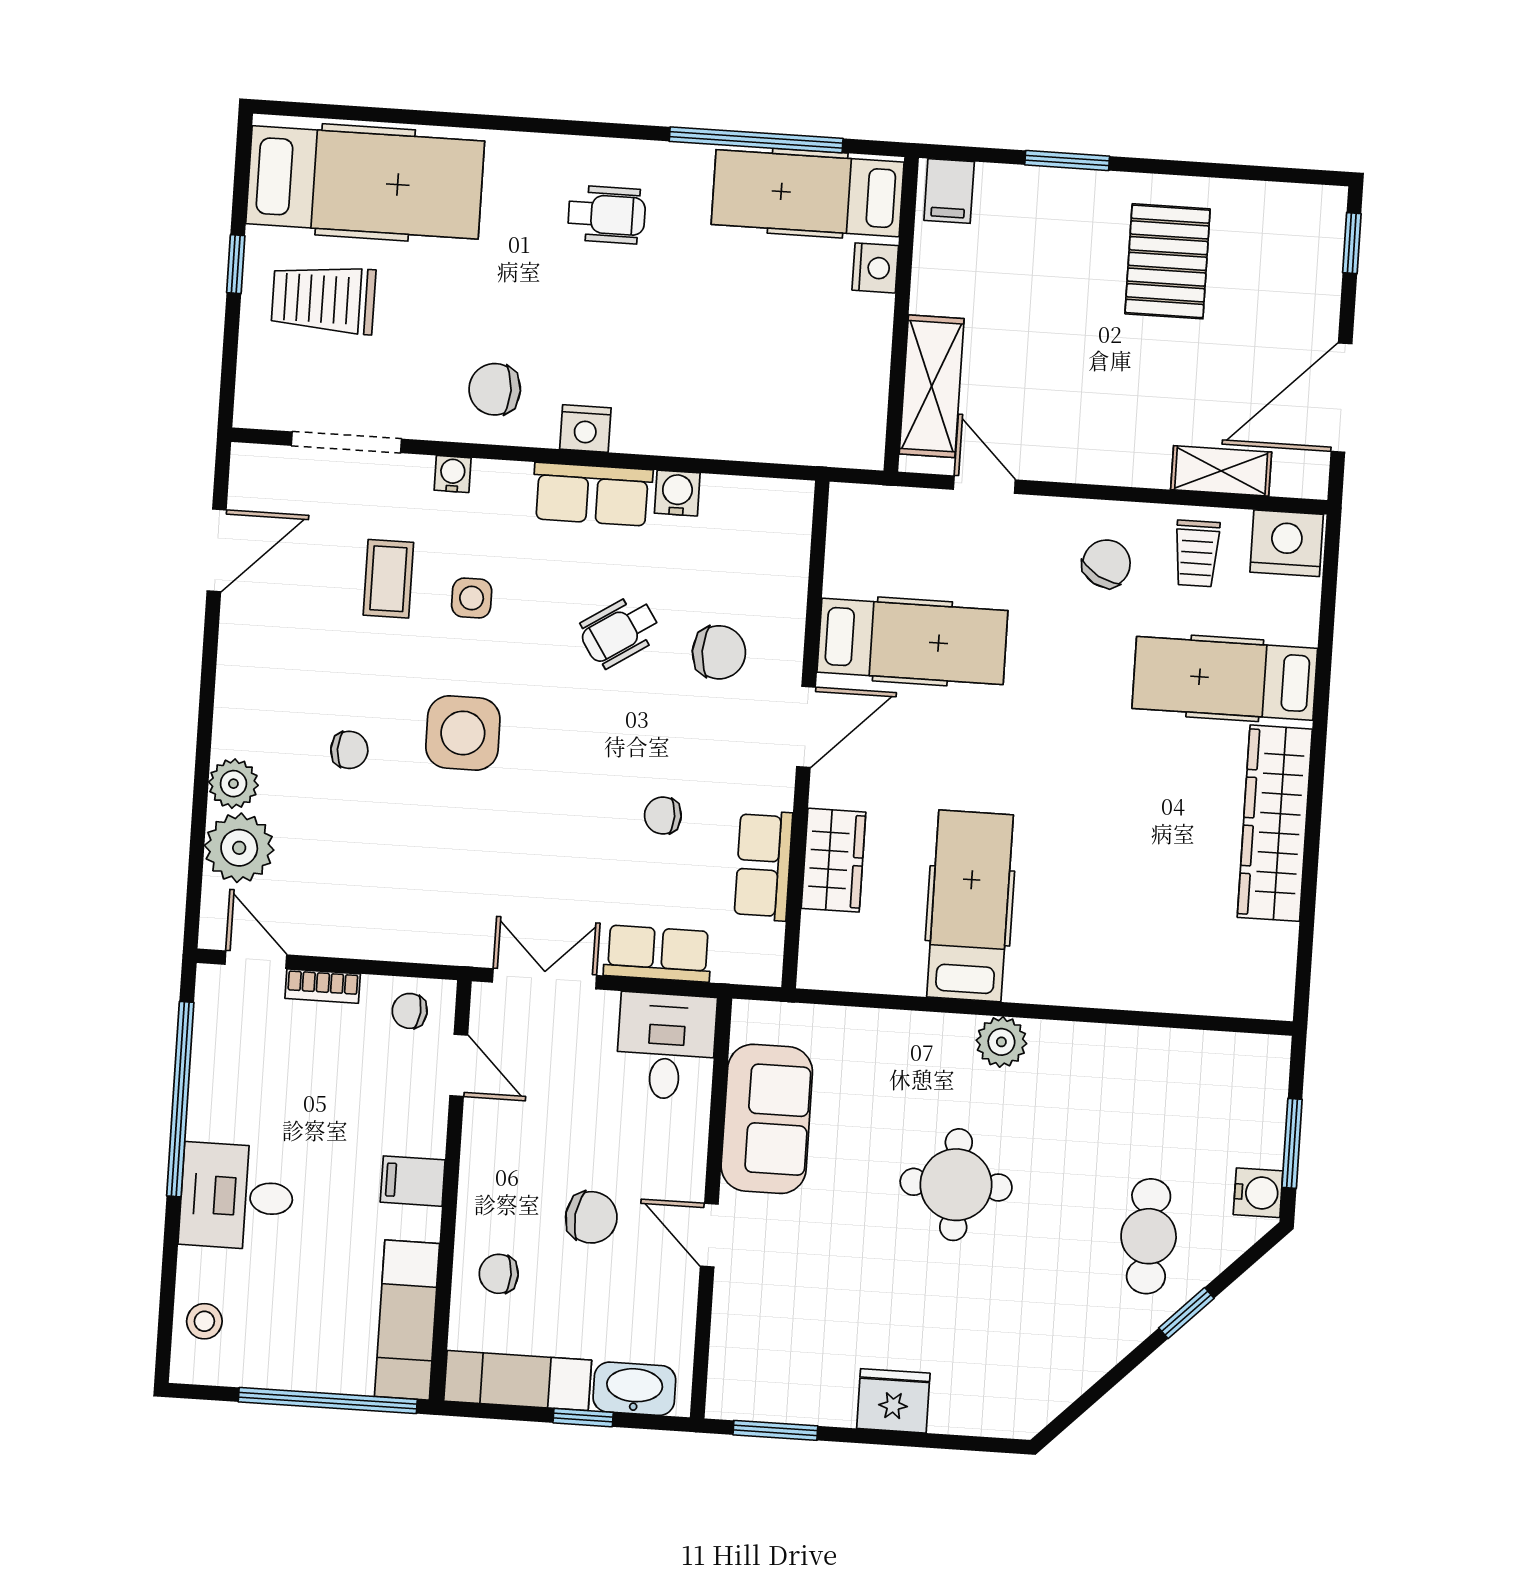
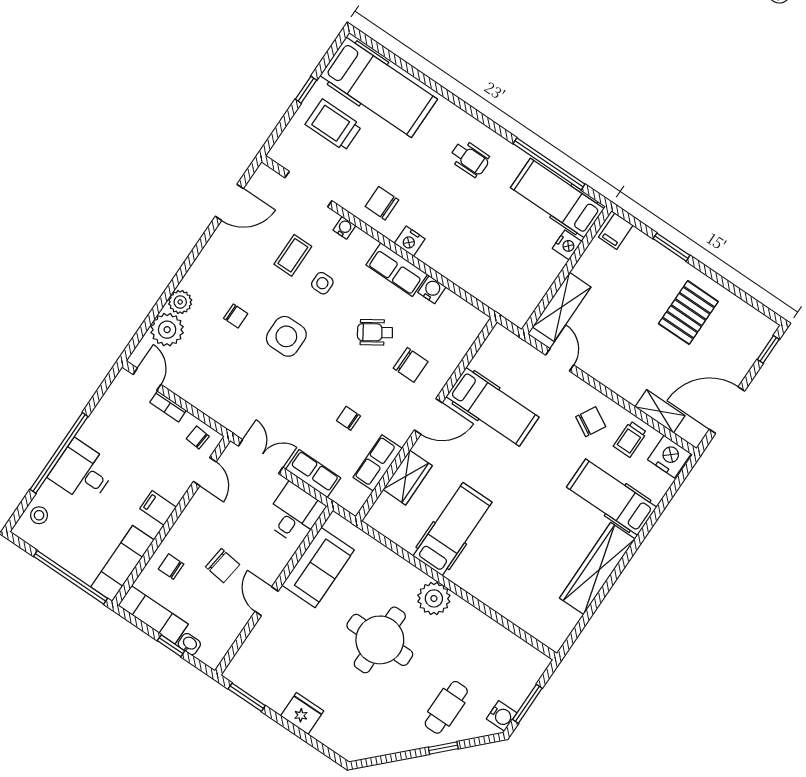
plant: (1001, 1042) -> (434, 598), width x1.36, depth x1.36
window: (180, 1099) -> (59, 453), moved
round table: (956, 1185) -> (380, 640), width x1.36, depth x1.36
washbasin: (634, 1389) -> (189, 644), width x0.52, depth x0.69

